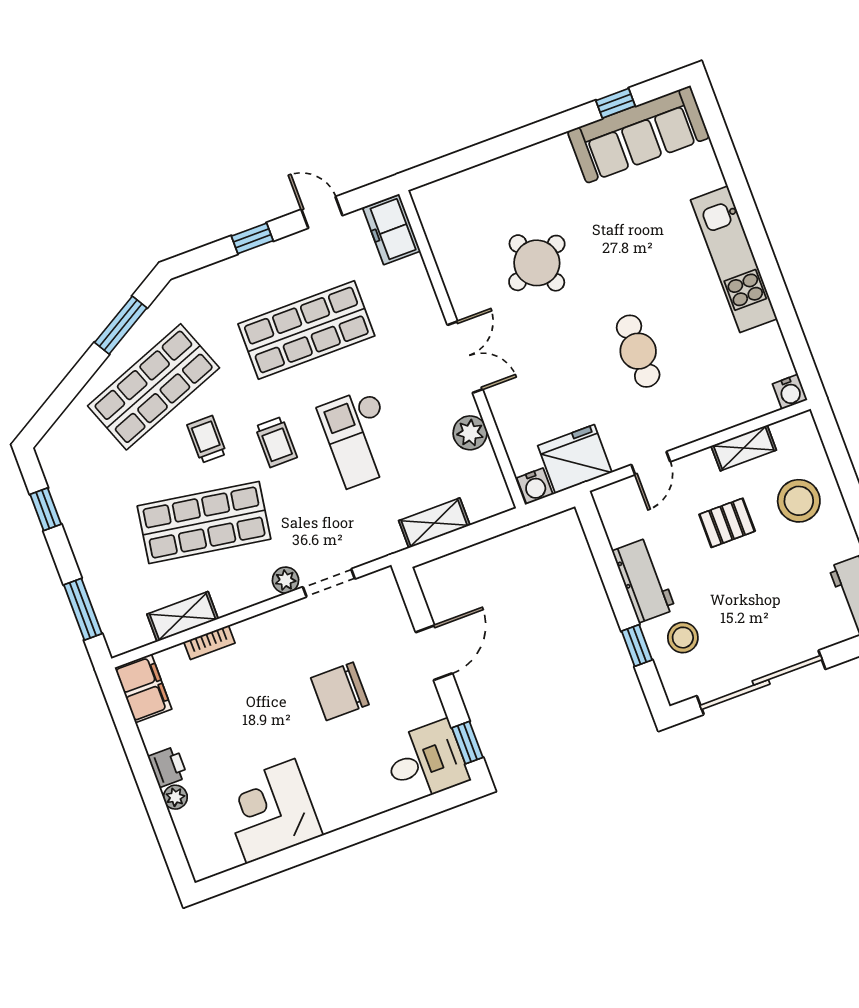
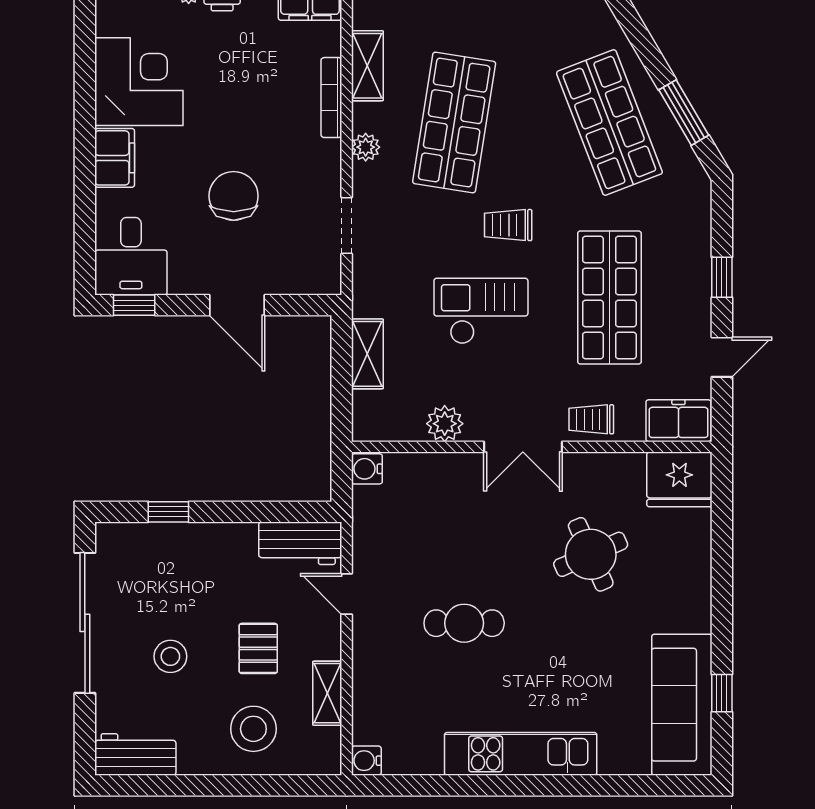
trolley: (207, 439) -> (591, 419), moved, turned 180
fridge: (575, 459) -> (679, 479), moved, turned 90
plant: (285, 580) -> (366, 147), moved
workbench: (644, 580) -> (300, 543), moved
stool: (683, 638) -> (170, 656), moved
bookcase: (209, 642) -> (331, 98), width x1.56
filing cabinet: (345, 808) -> (115, 158), added

